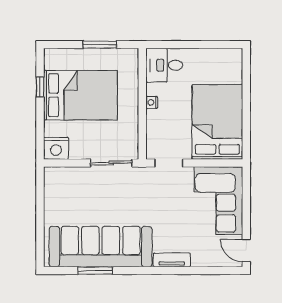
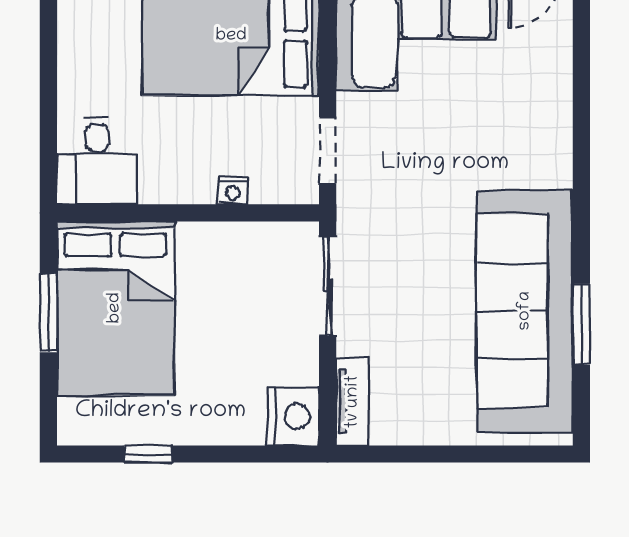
bed: (80, 95) -> (115, 308), moved, turned 180
nightstand: (152, 102) -> (233, 191), moved
tv unit: (172, 260) -> (353, 402), moved, turned 180

